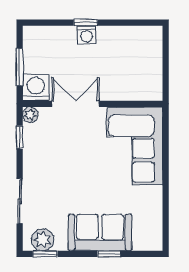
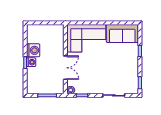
washing machine: (36, 88) -> (33, 50), moved, turned 180
double door: (76, 104) -> (65, 68), swing flipped
sofa: (100, 232) -> (122, 34), moved, turned -90
plant: (43, 240) -> (133, 84), removed

